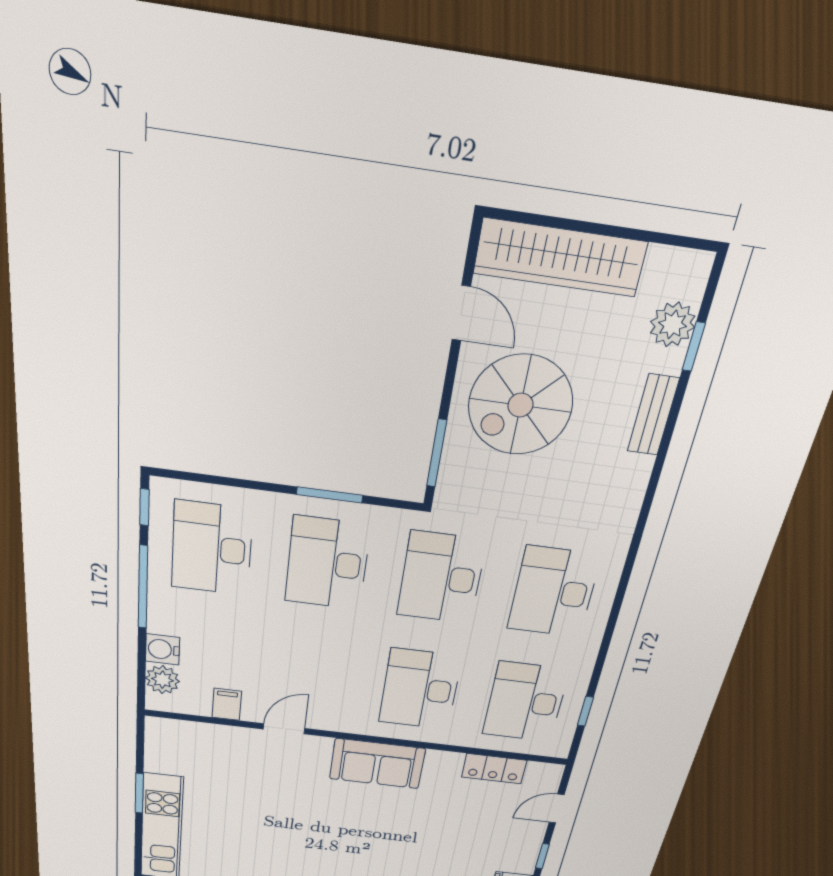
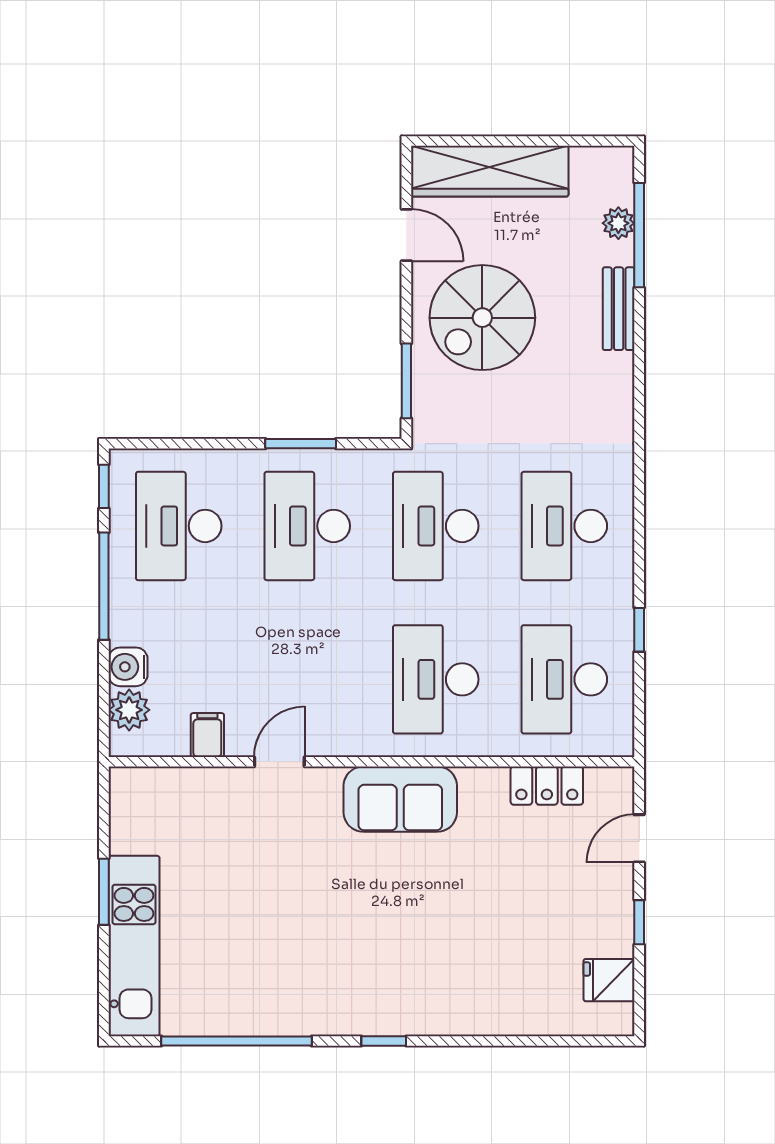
plant: (673, 324) -> (618, 223), width x0.73, depth x0.73
window: (694, 347) -> (639, 235), width x2.17
window: (585, 711) -> (639, 630), moved

